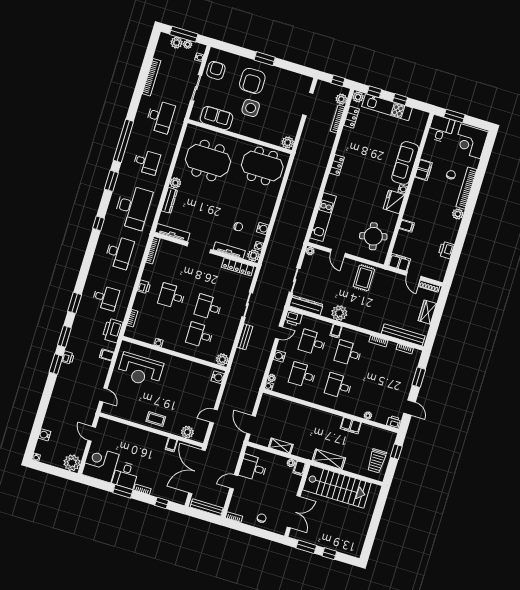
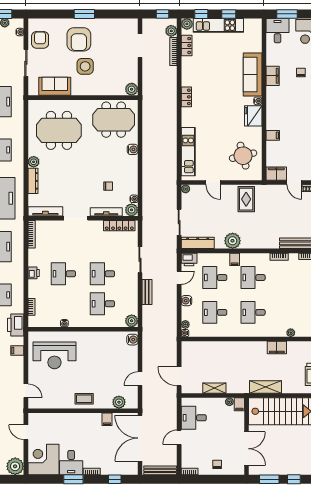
water cooler: (263, 228) -> (133, 149), moved

